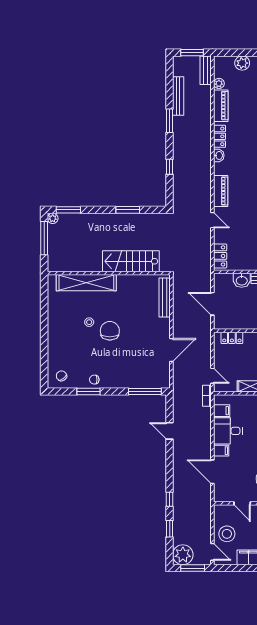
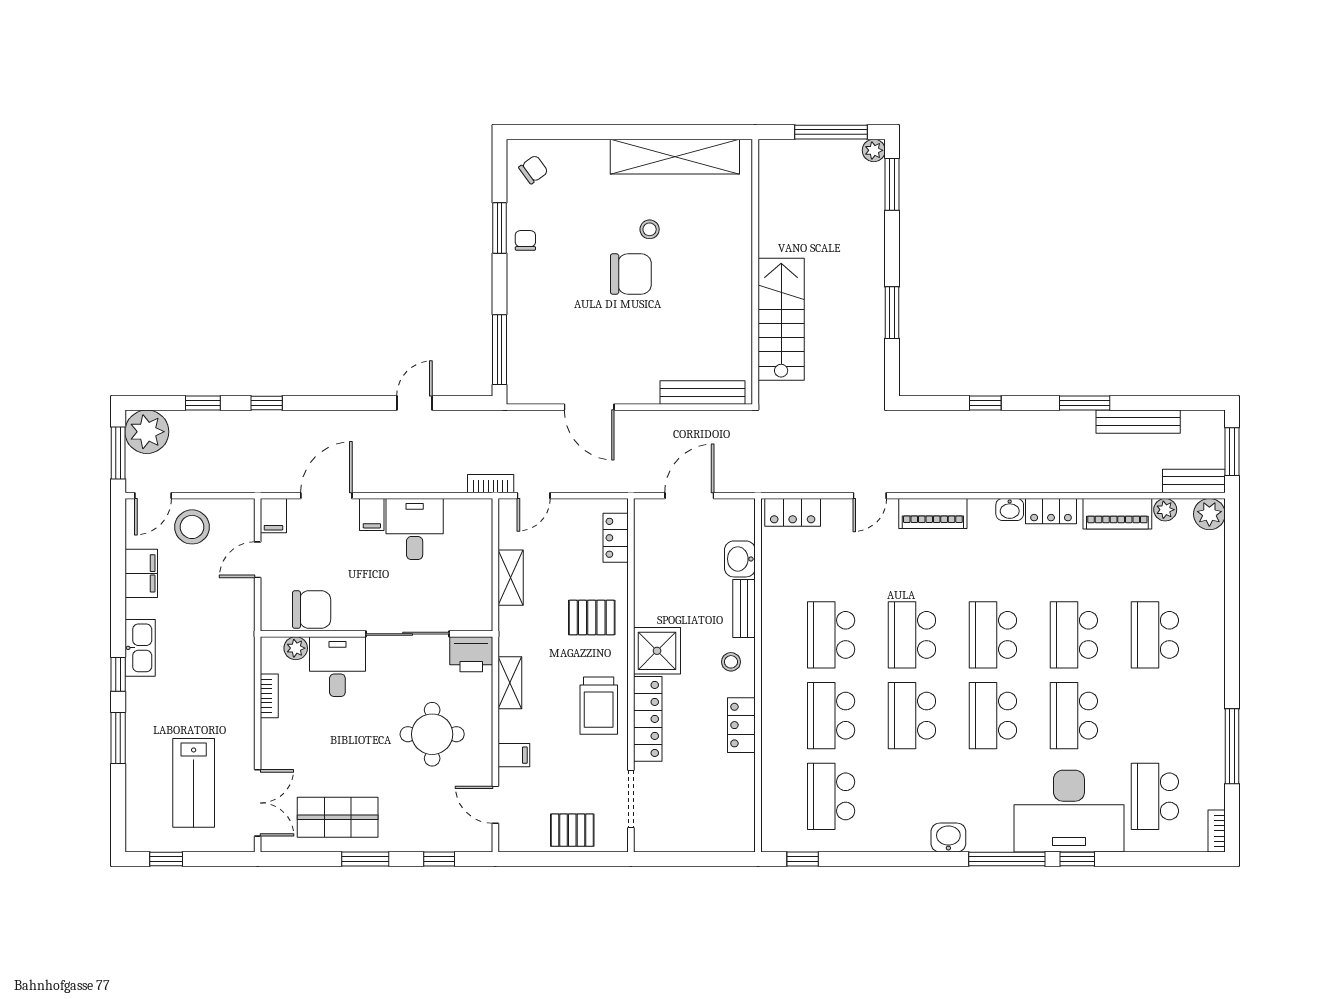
plant: (242, 63) -> (1209, 514), moved
shelving: (86, 283) -> (675, 157), moved, turned 90
filing cabinet: (222, 411) -> (273, 516), moved

